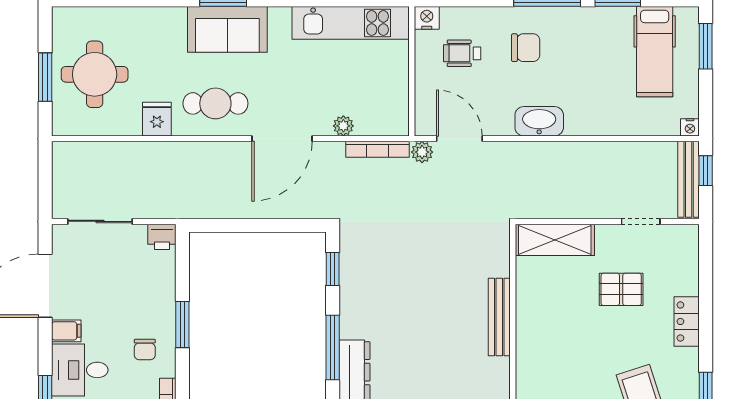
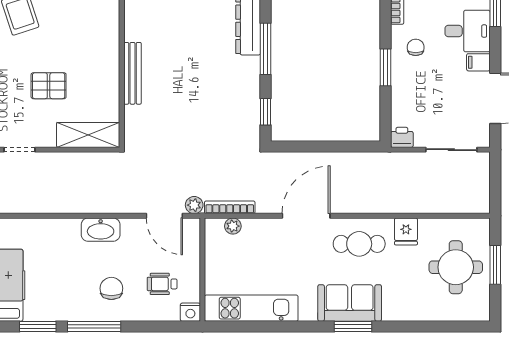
chair: (526, 48) -> (111, 288), turned 90
wheelchair: (462, 53) -> (162, 284), turned 180
plant: (343, 126) -> (233, 226), moved
pallet: (621, 289) -> (49, 86), moved

